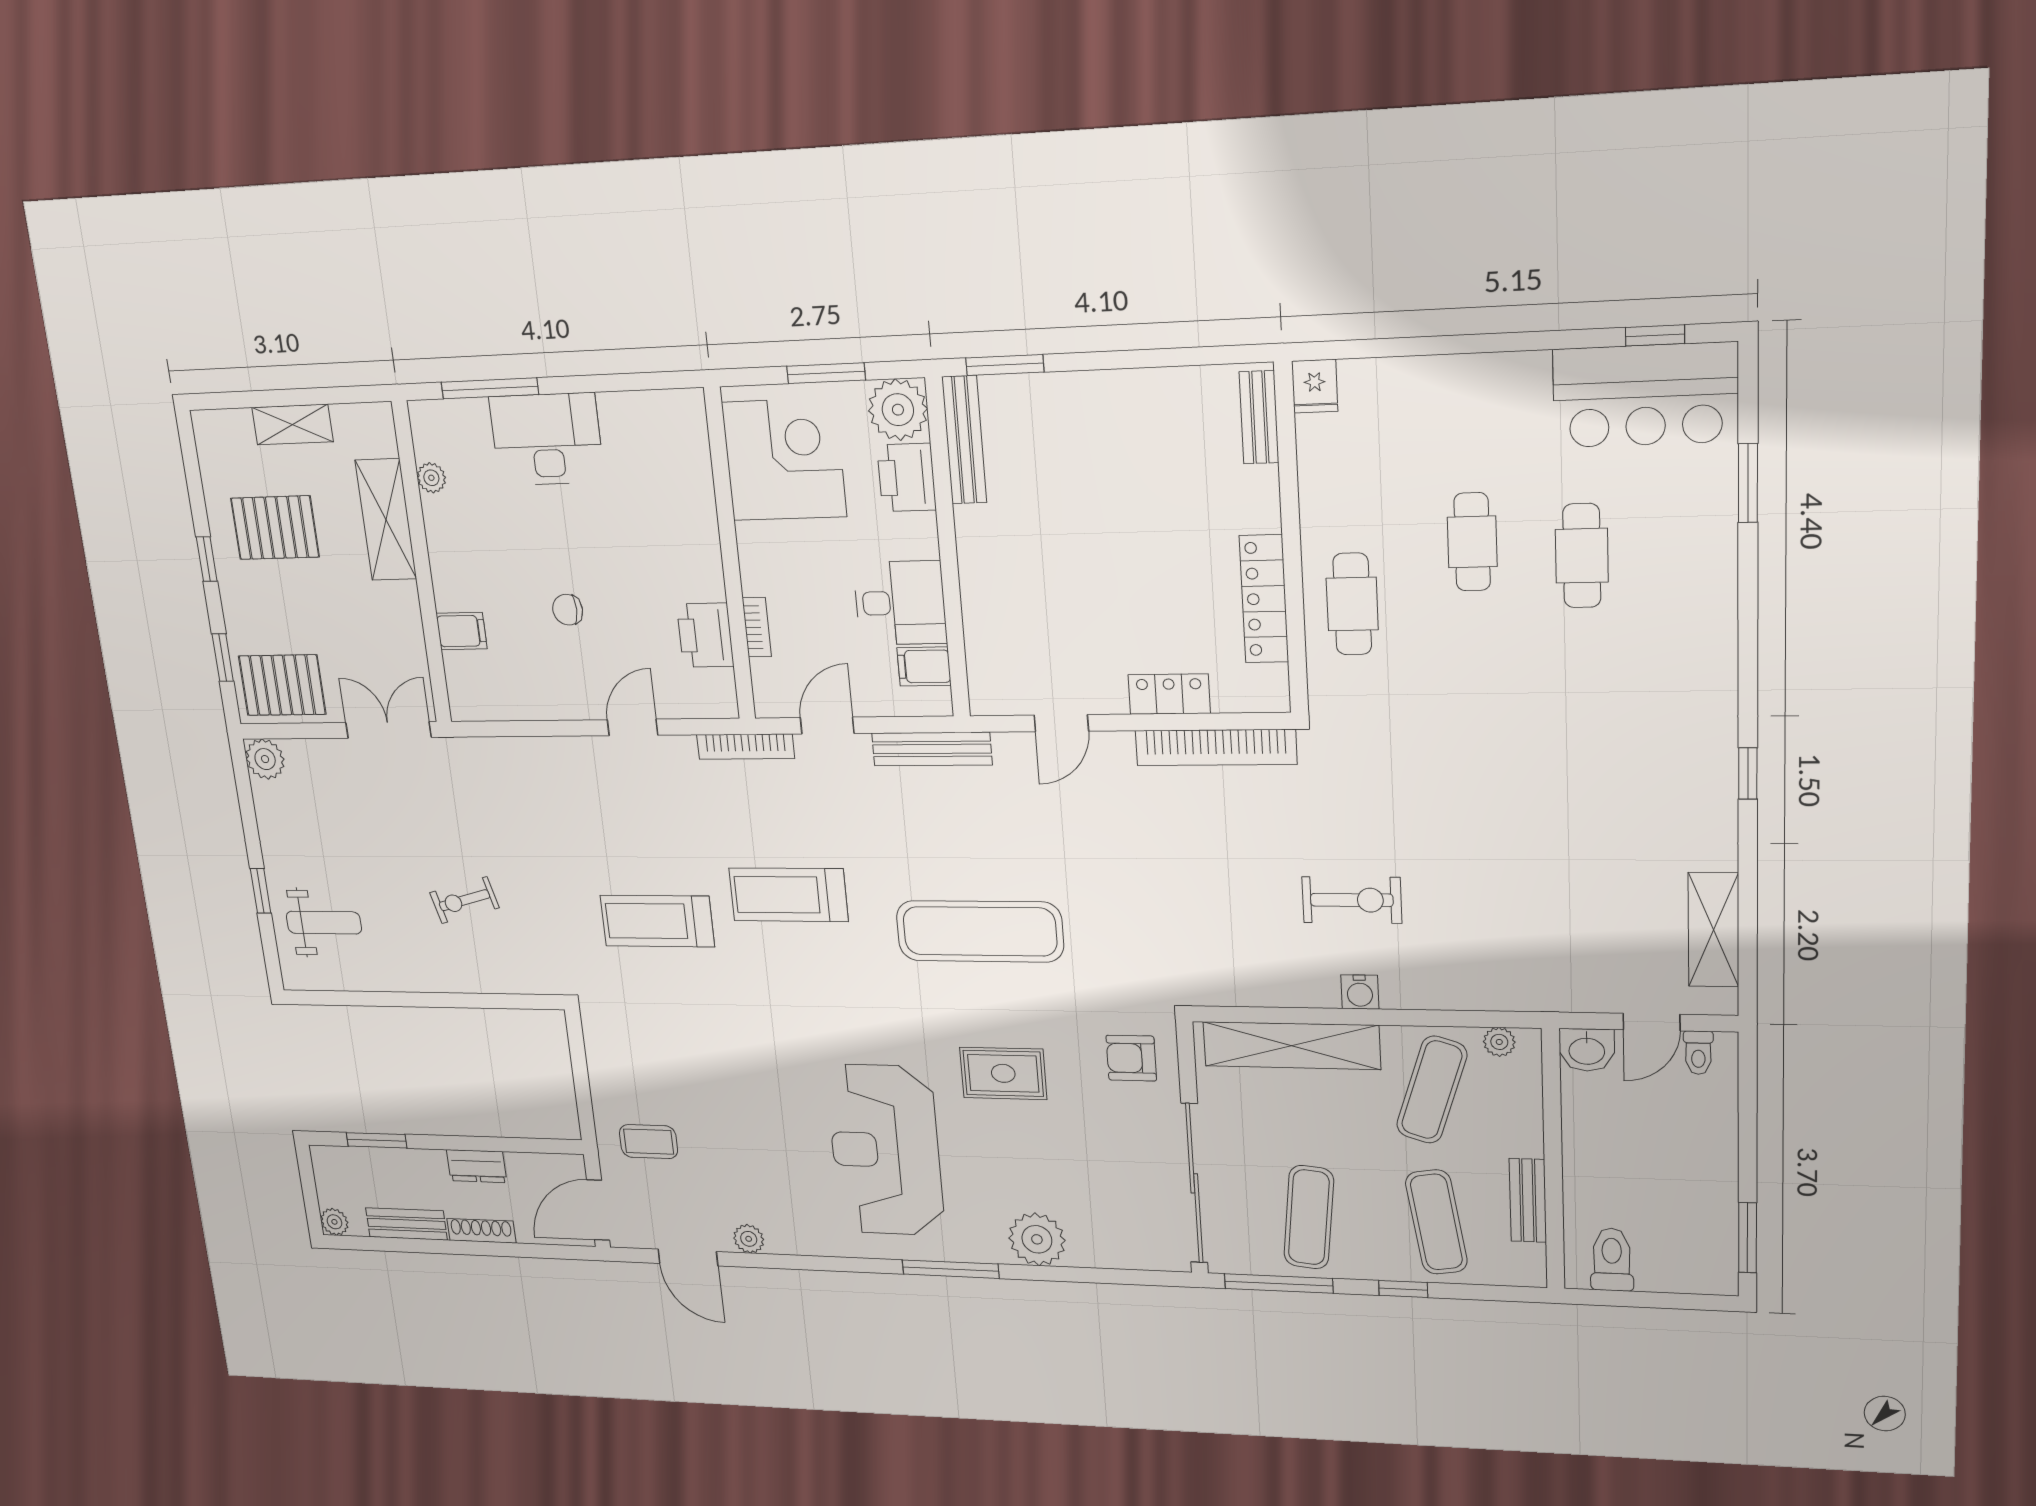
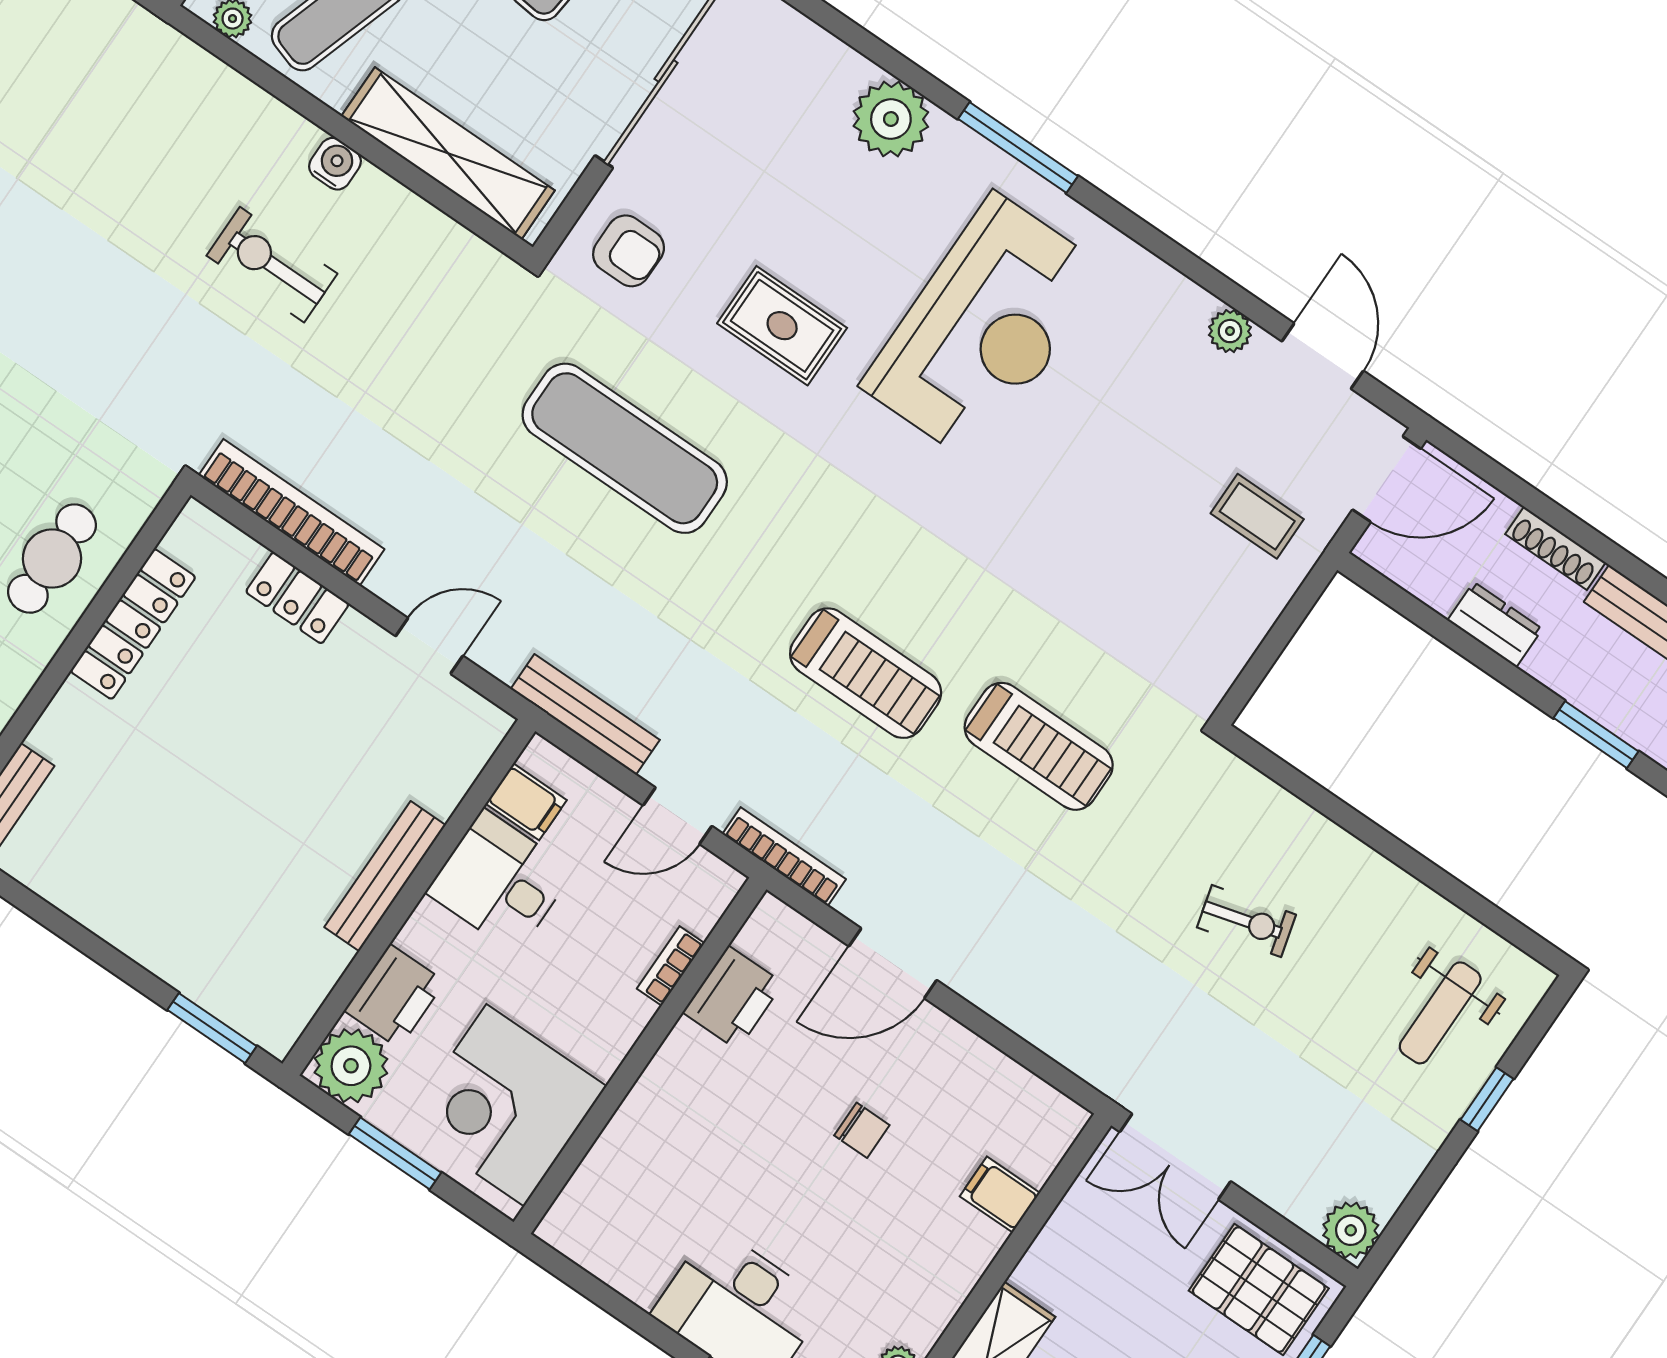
bench: (964, 440) -> (385, 876), moved
door: (633, 727) -> (893, 963), width x1.38
weight bench: (324, 923) -> (1440, 1013), turned -90
exercise mat: (980, 931) -> (625, 448), moved

